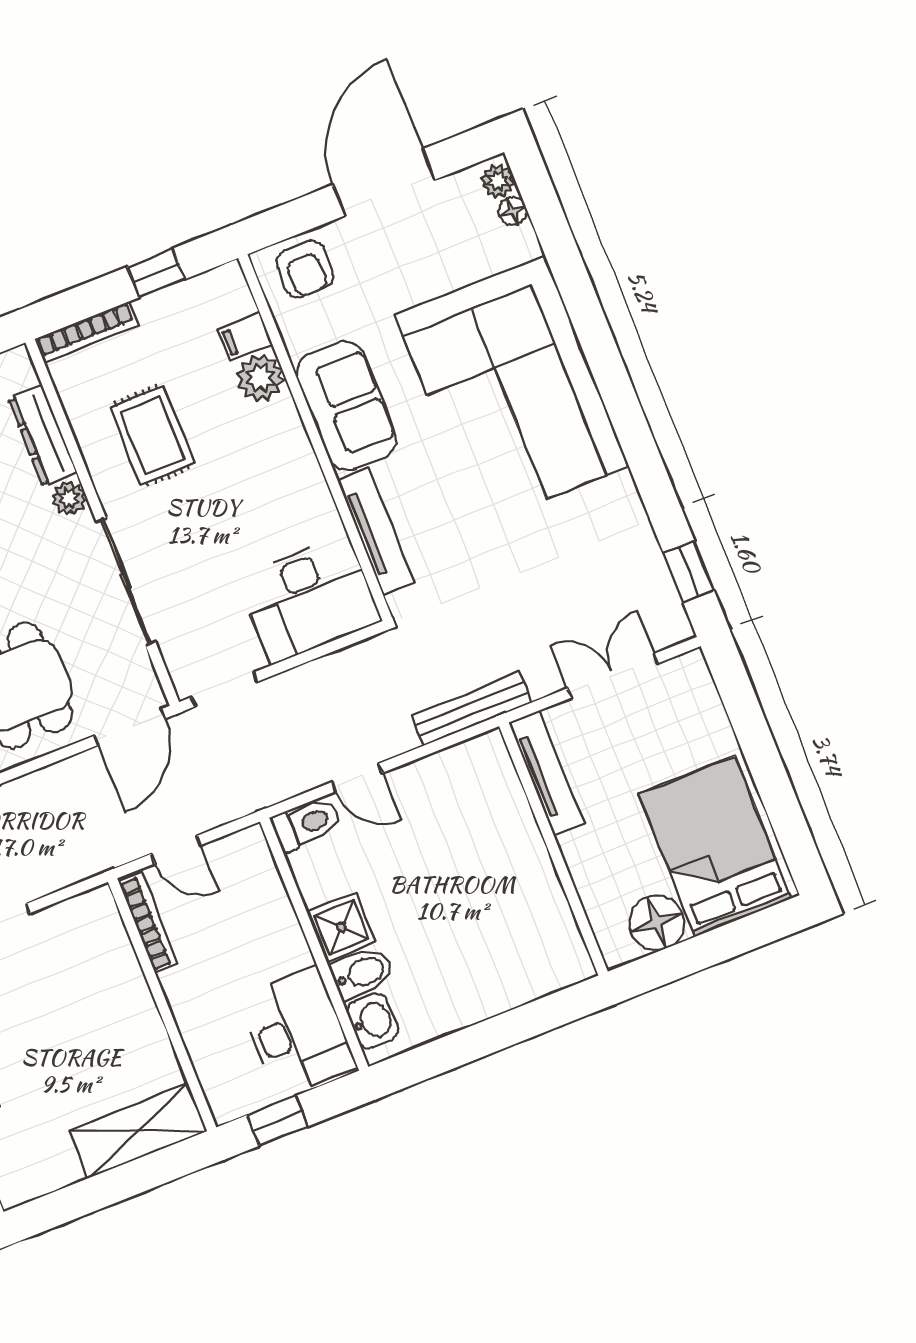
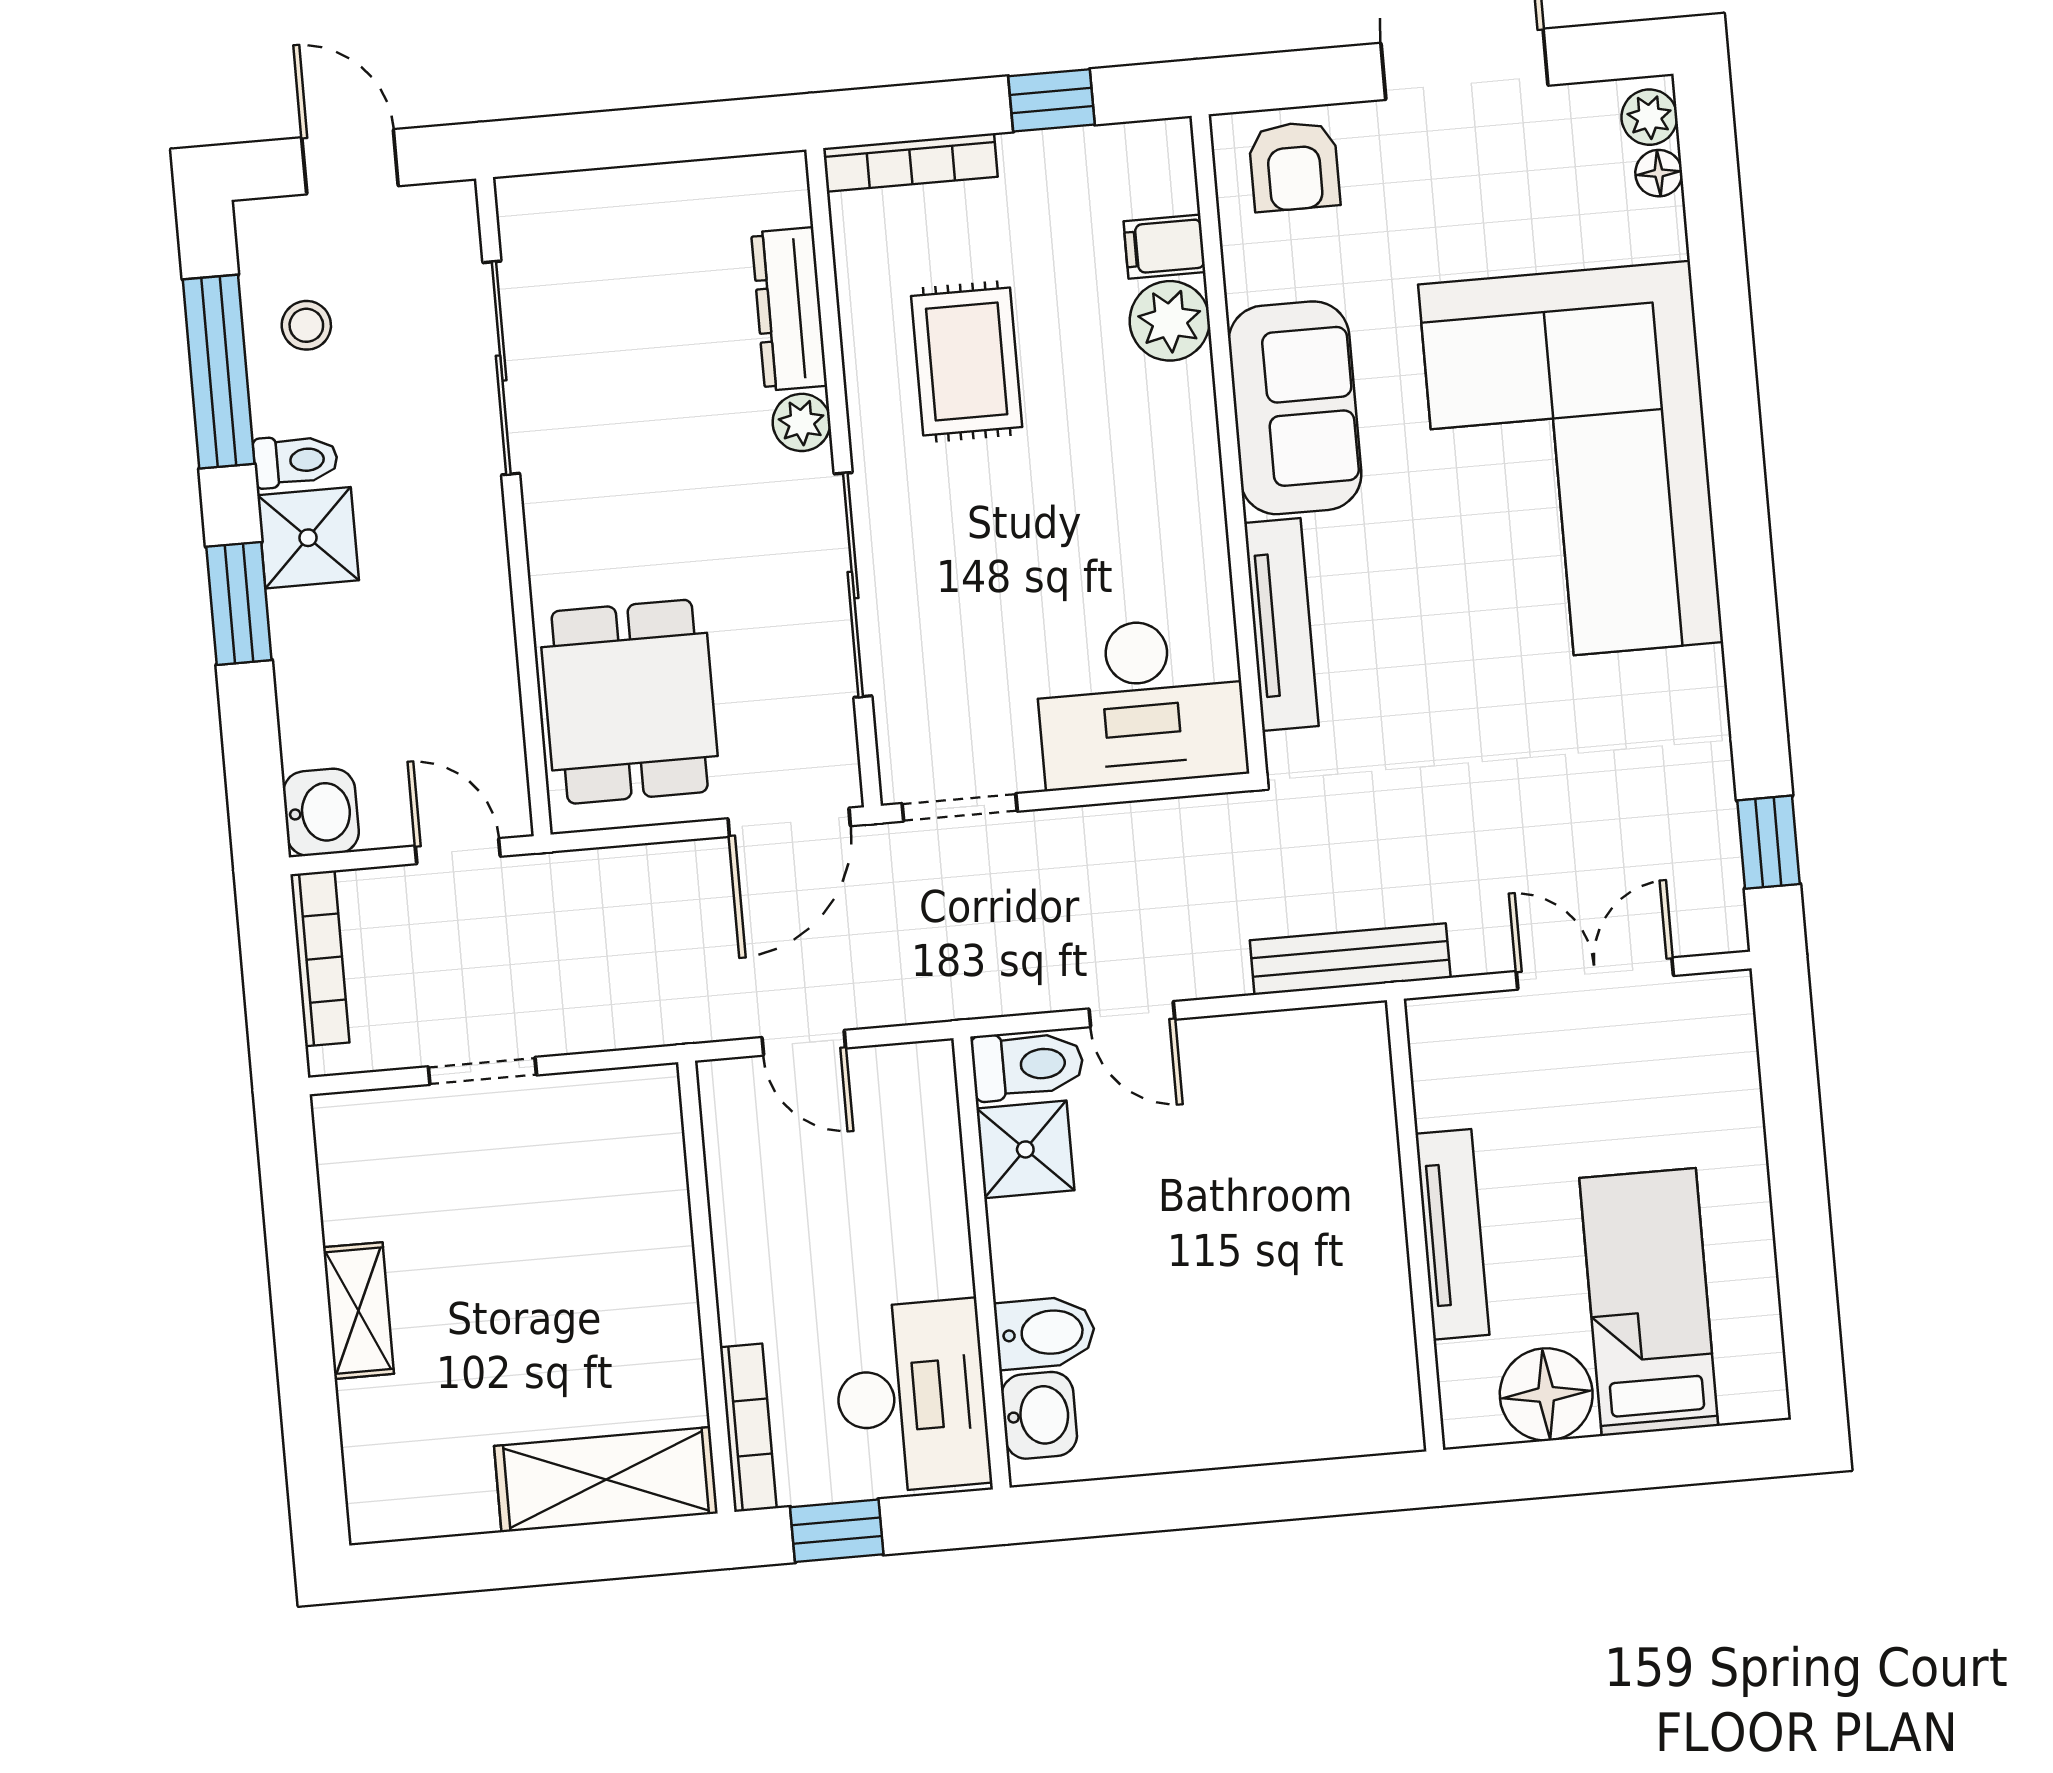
tv unit: (547, 773) -> (1452, 1234), moved
bed: (715, 846) -> (1649, 1302), width x0.67
bookcase: (148, 923) -> (748, 1428), moved
shower: (341, 927) -> (1025, 1149), moved

